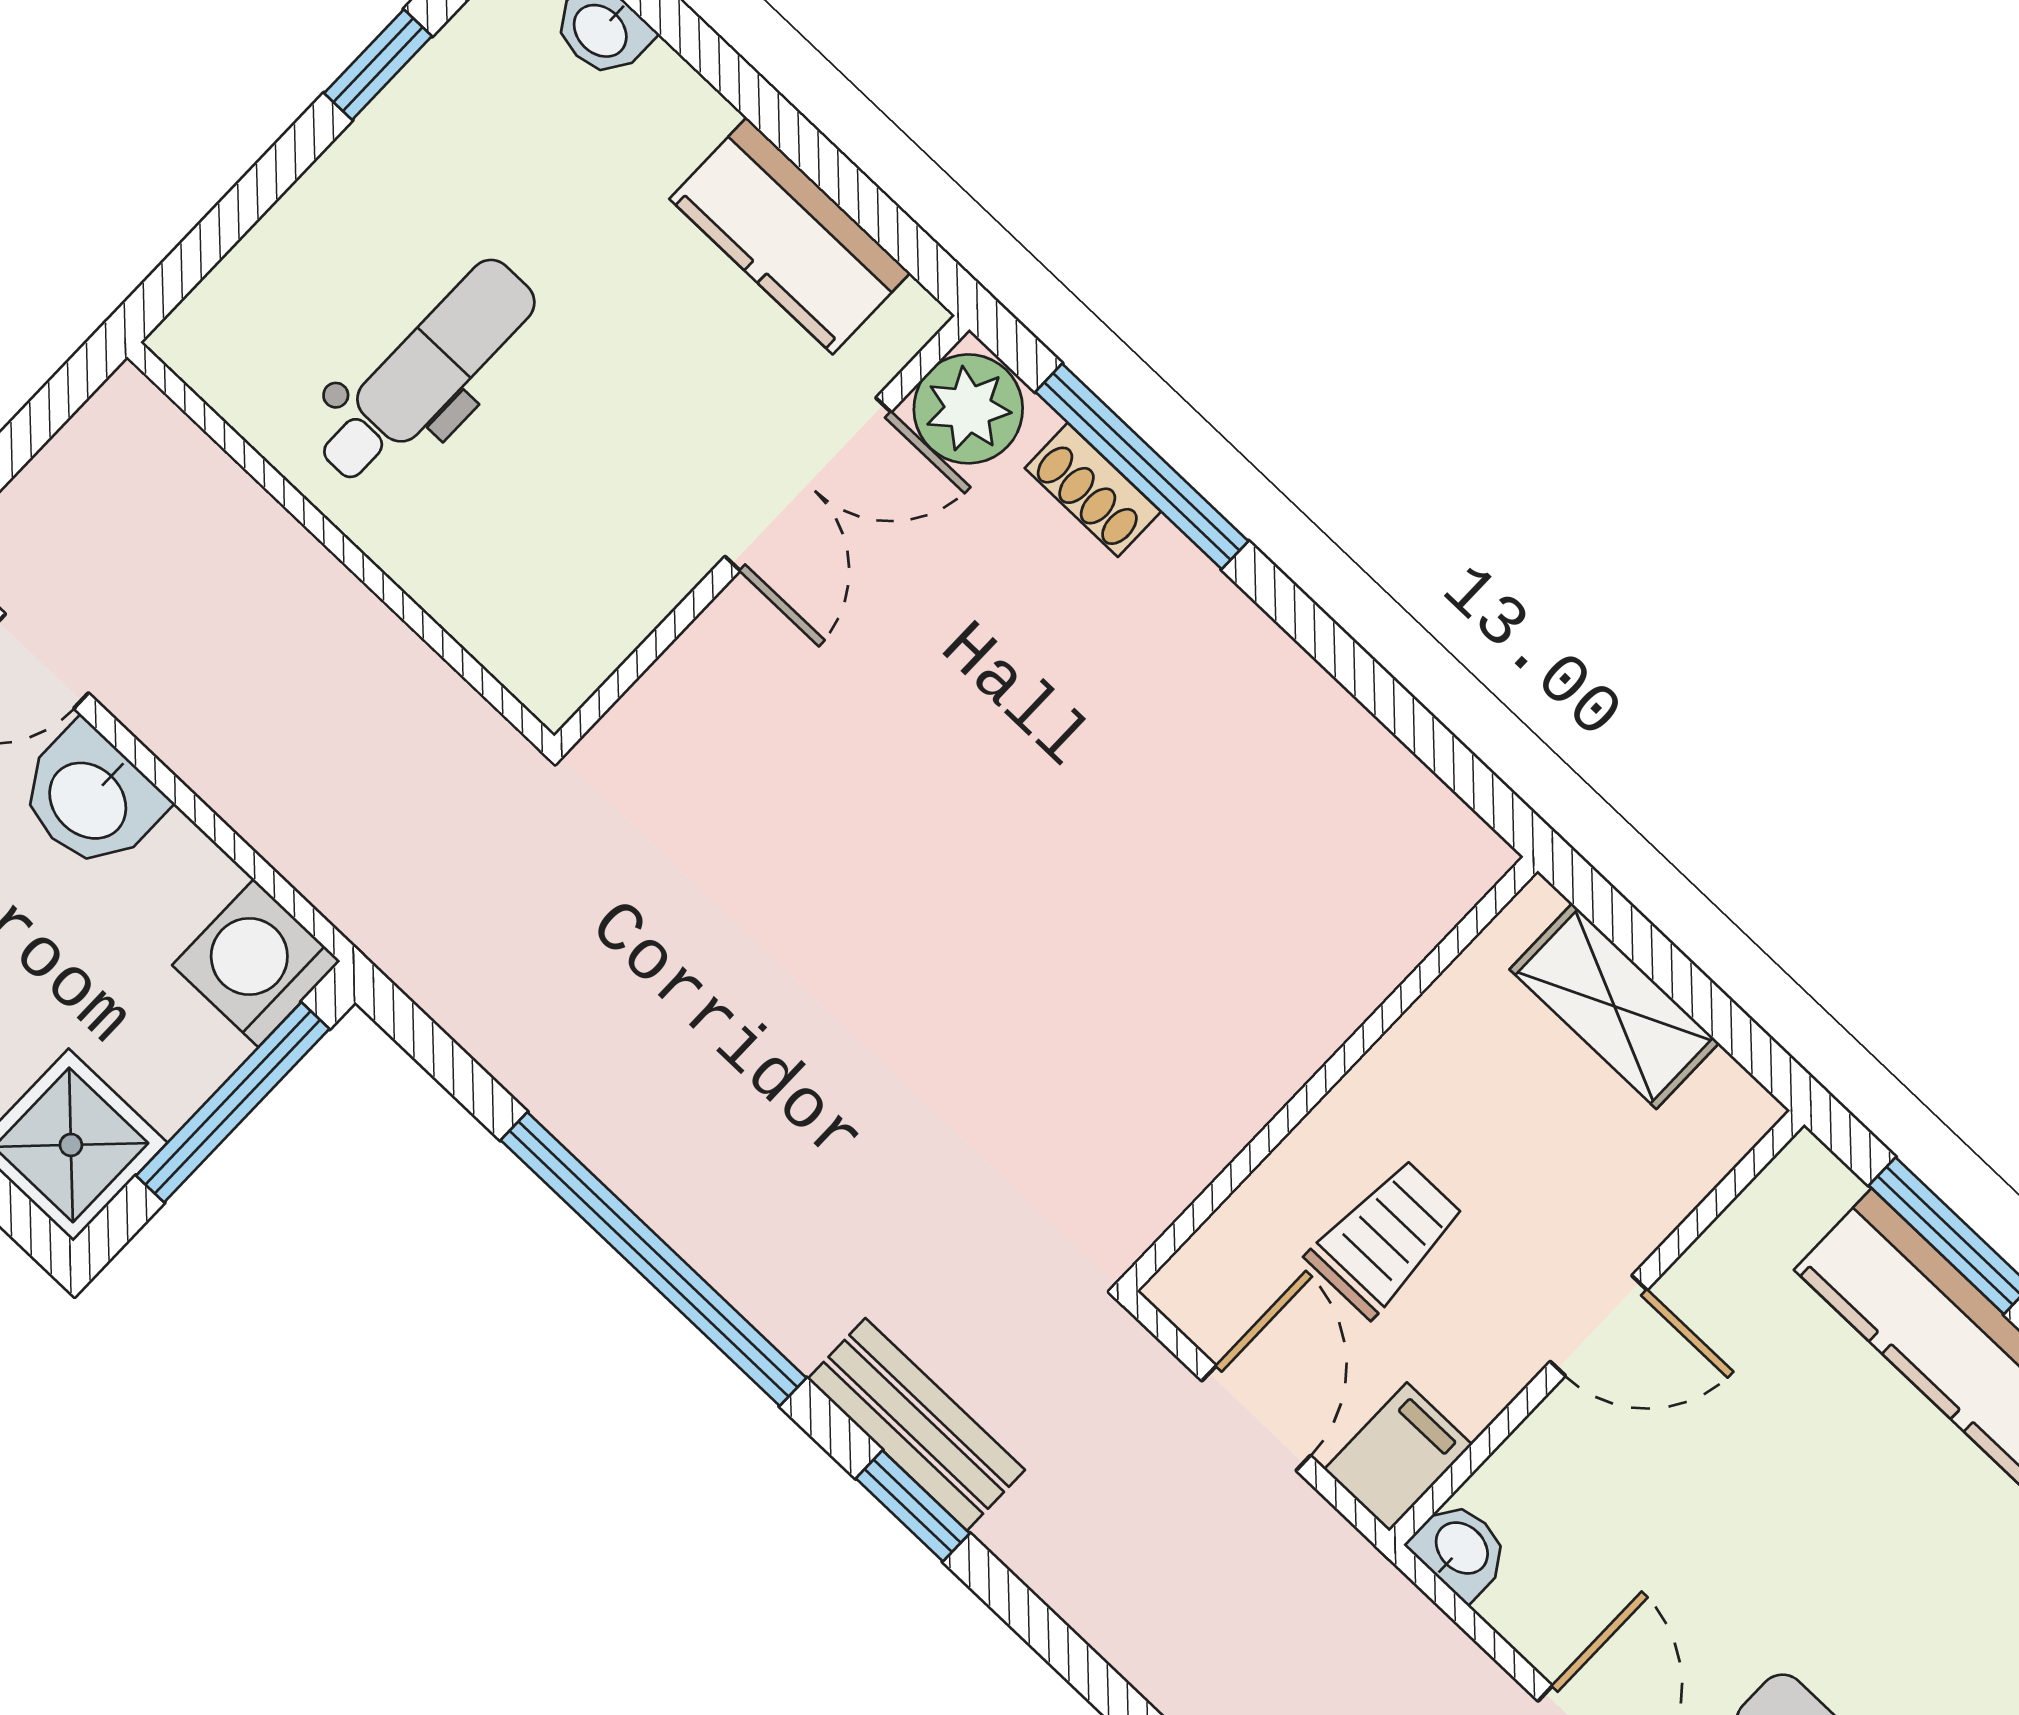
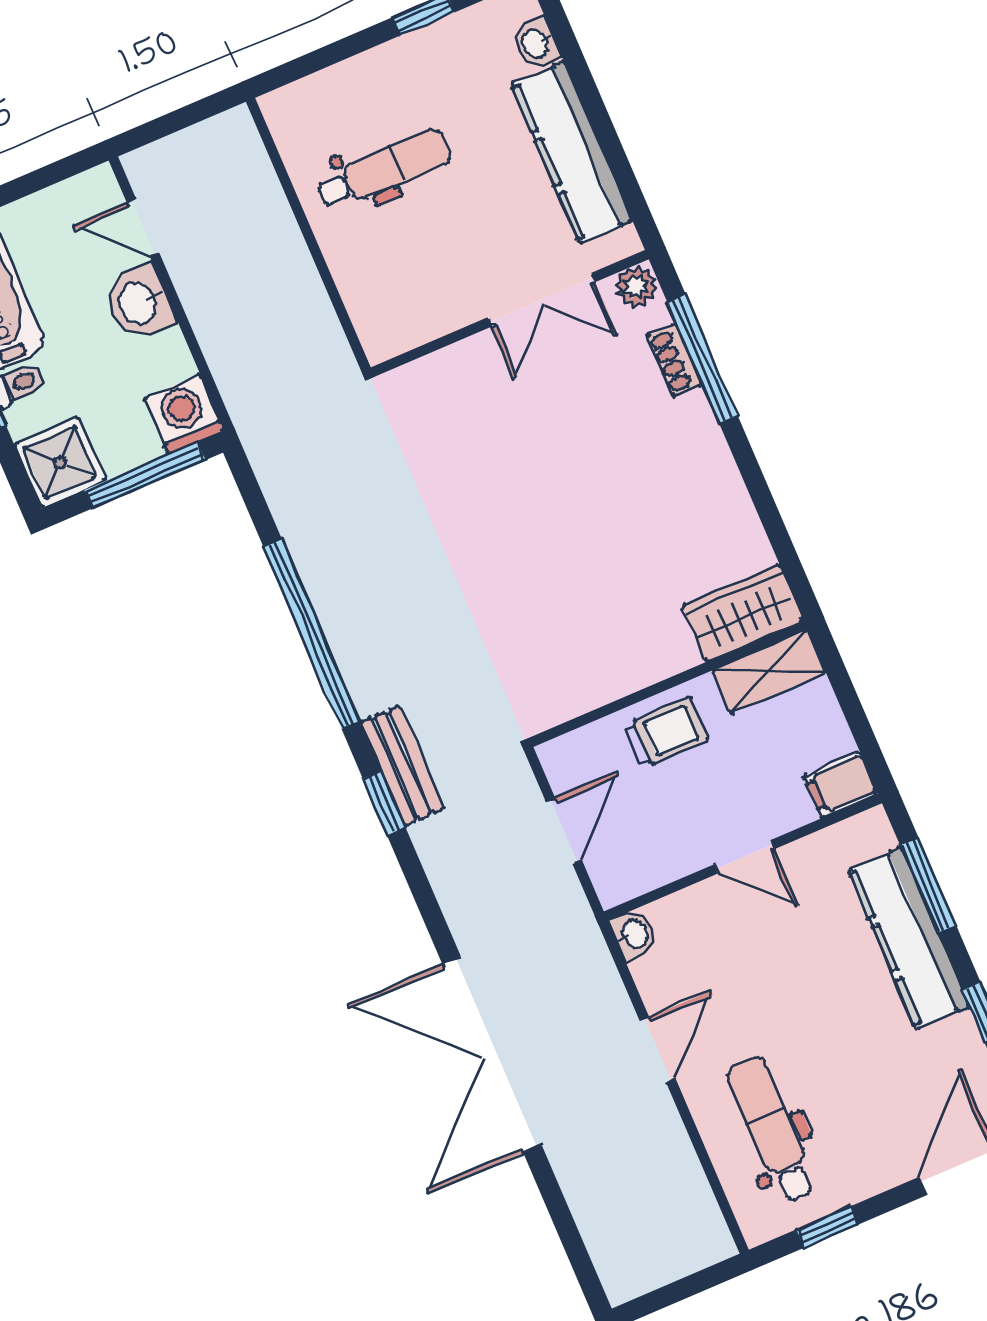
kitchen counter: (790, 236) -> (572, 152), width x1.50
plant: (968, 409) -> (636, 287), width x0.73, depth x0.73
wardrobe: (1409, 890) -> (743, 613), added
shelving: (1614, 1006) -> (769, 671), moved, turned 90
trolley: (1386, 1238) -> (666, 733), moved
filing cabinet: (1398, 1457) -> (841, 785), moved, turned 180

